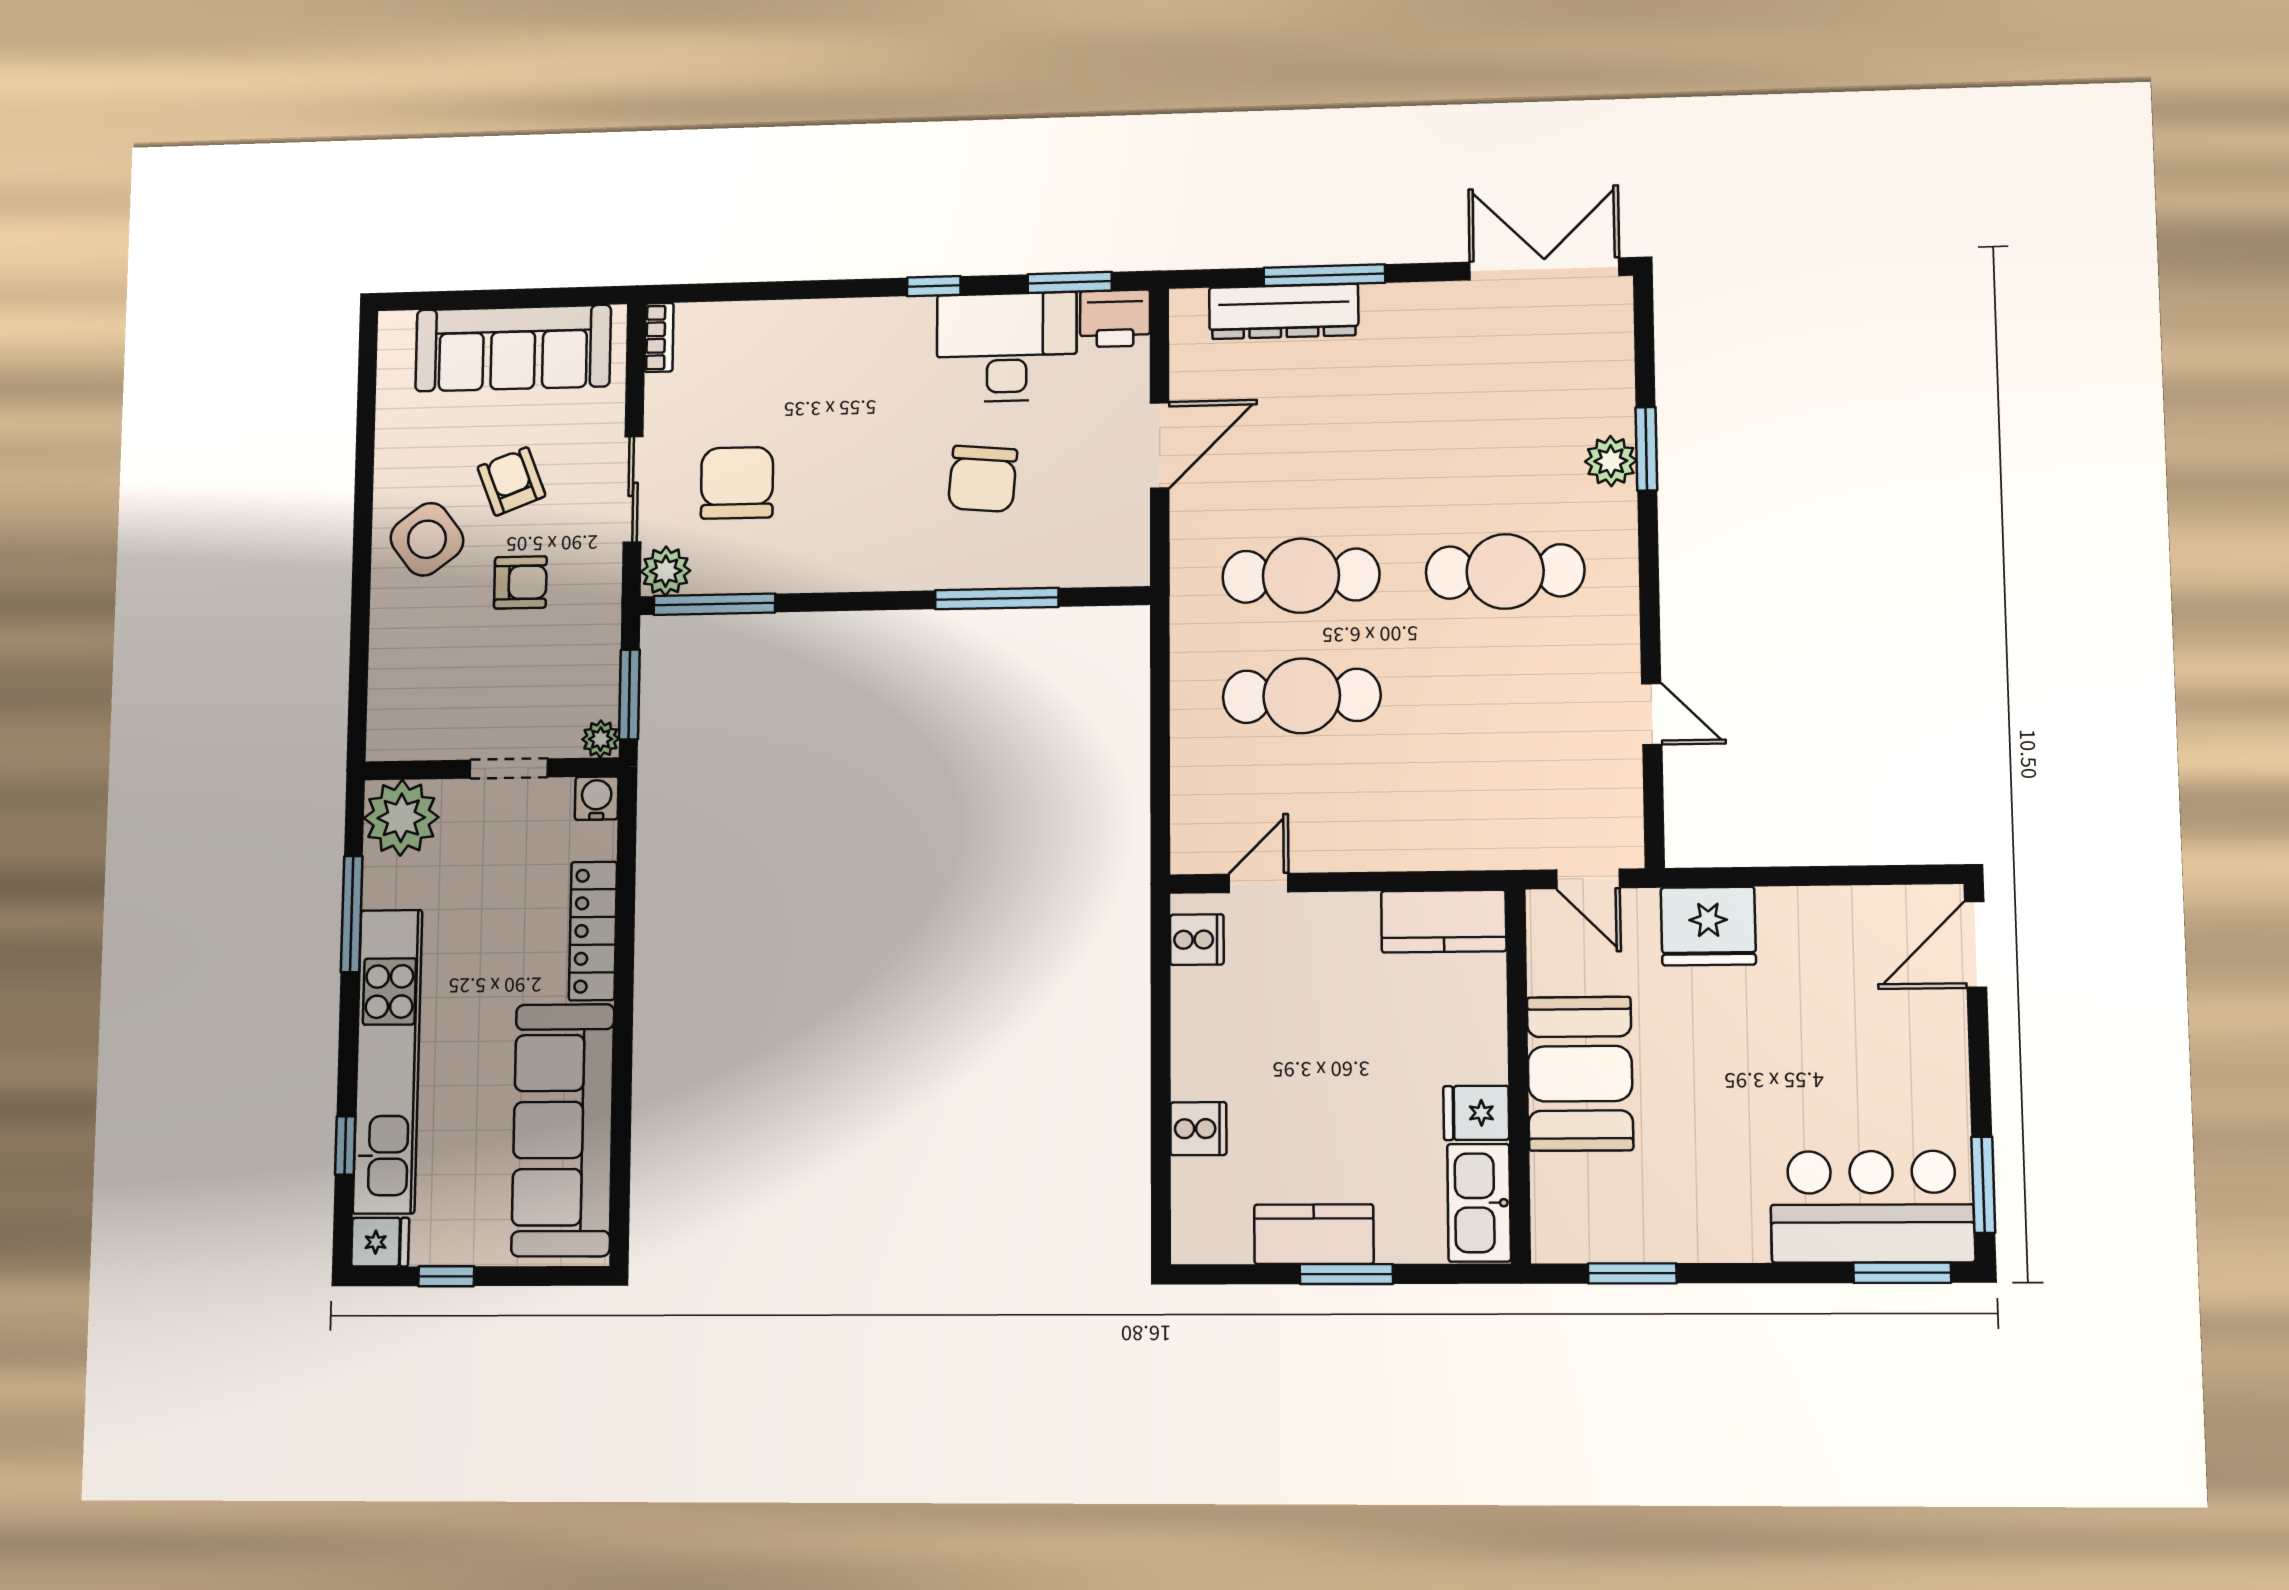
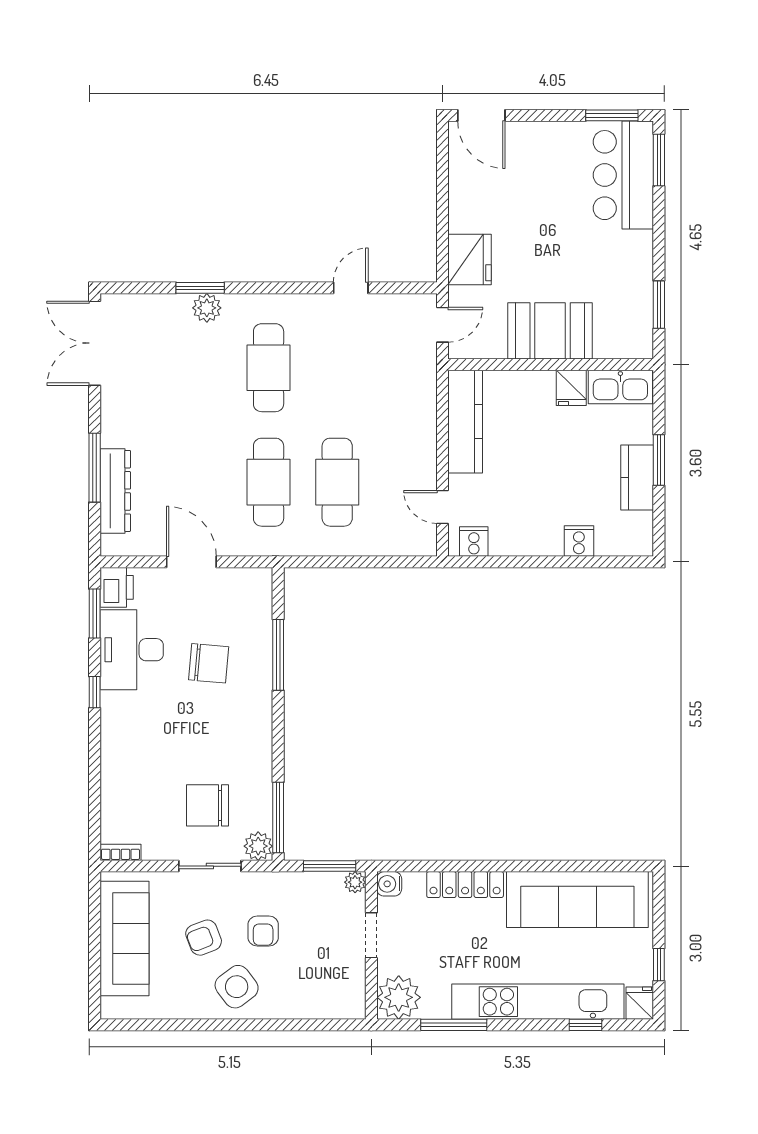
armchair: (520, 582) -> (263, 931), turned 180
kitchen counter: (1444, 921) -> (465, 422), width x1.50

